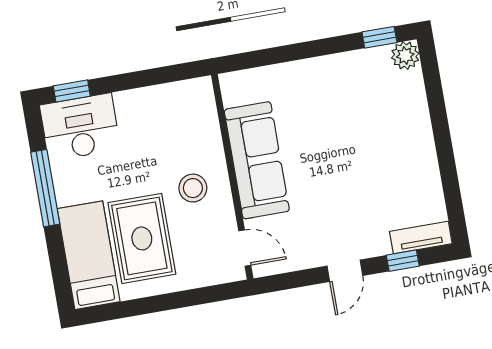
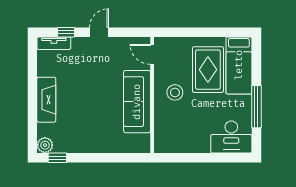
window: (72, 91) -> (232, 158), removed
fireplace: (417, 136) -> (46, 100), added

